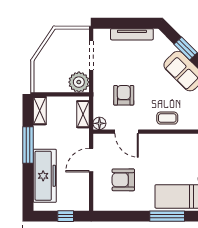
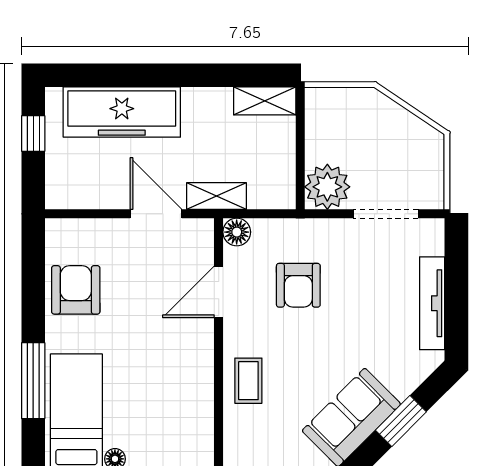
armchair: (124, 95) -> (298, 285), turned 90
shelving: (83, 114) -> (216, 196), moved
window: (28, 145) -> (189, 75), removed
armchair: (123, 180) -> (76, 290), moved
window: (66, 216) -> (33, 134), moved

